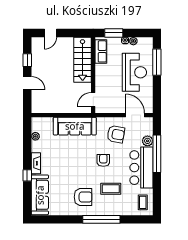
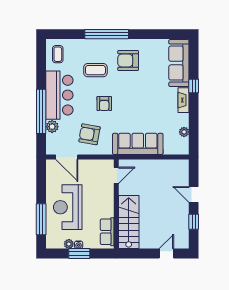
window: (114, 33) -> (79, 253), moved

